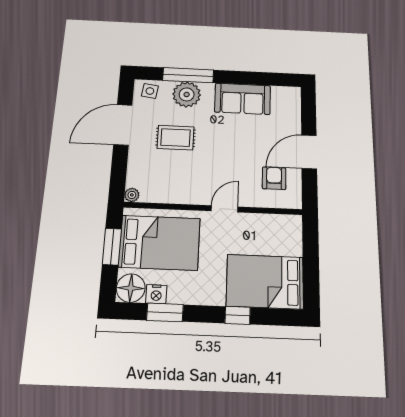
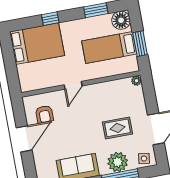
bed: (160, 243) -> (109, 47), width x0.67
nightstand: (156, 294) -> (104, 20), removed

